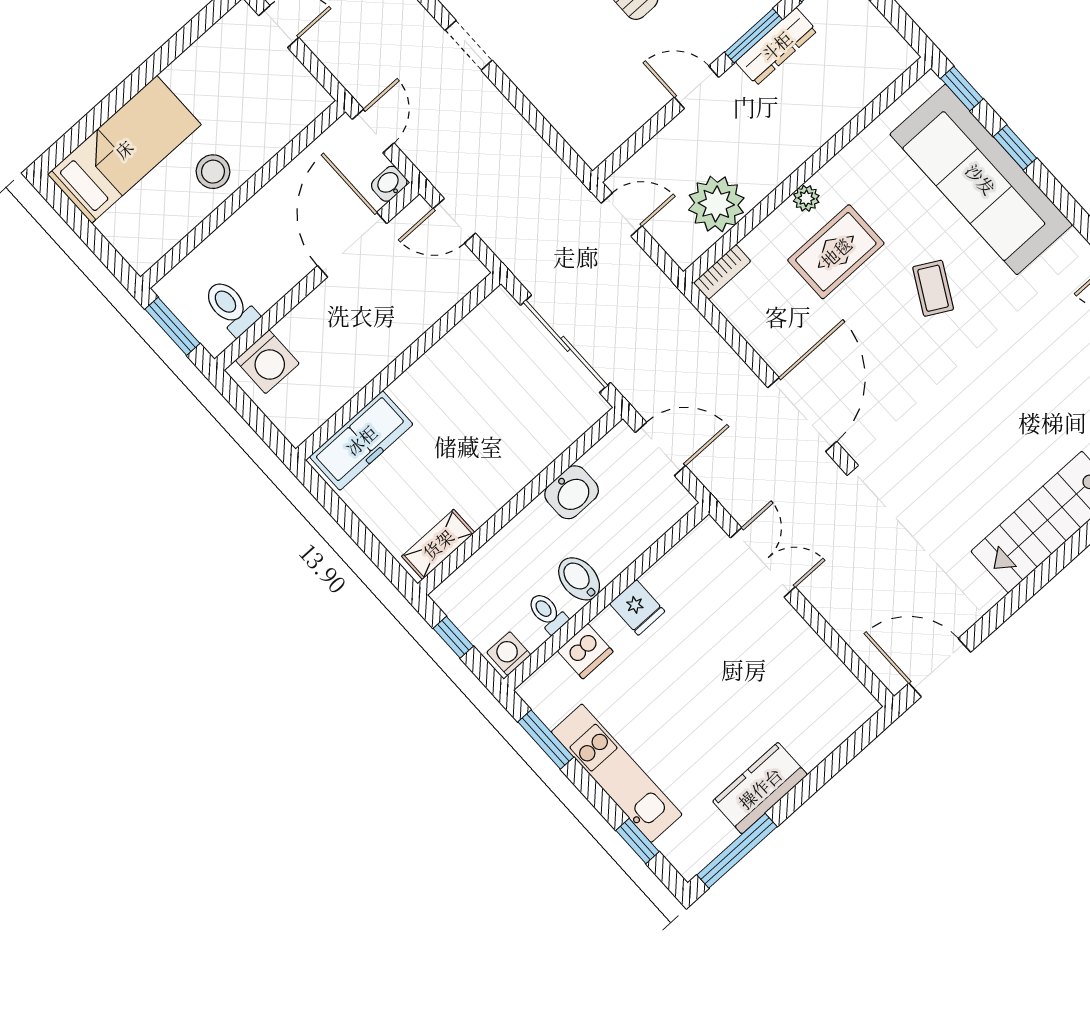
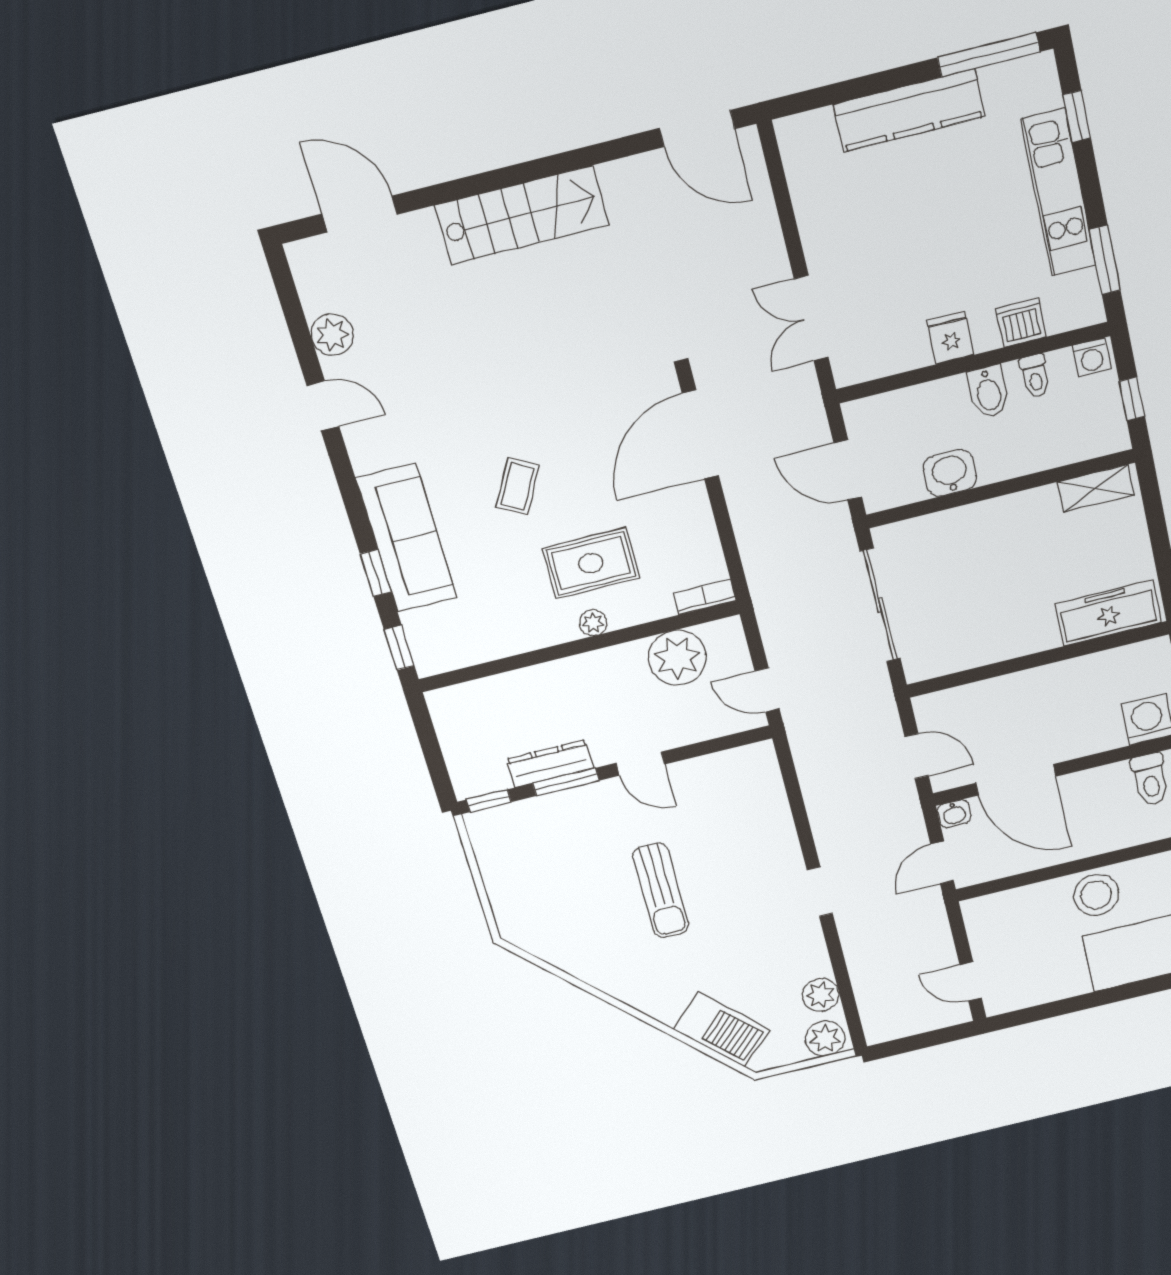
stool: (213, 172) -> (1096, 895), width x1.38, depth x1.38
sofa: (981, 179) -> (407, 538), width x0.74, depth x0.79
door: (352, 245) -> (1016, 780), hinge flipped
kitchen counter: (760, 788) -> (909, 110), width x1.50

